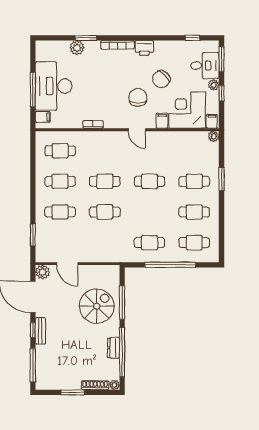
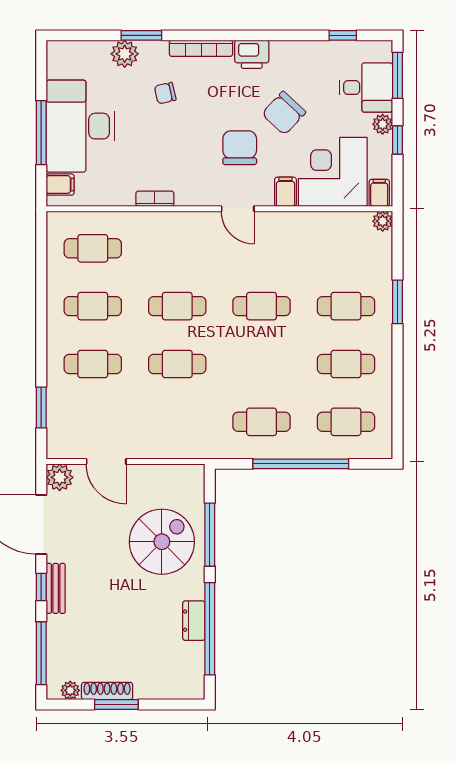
chair: (98, 69) -> (165, 93), added
shoe rack: (95, 385) -> (107, 691), moved
plant: (115, 385) -> (70, 690), moved

